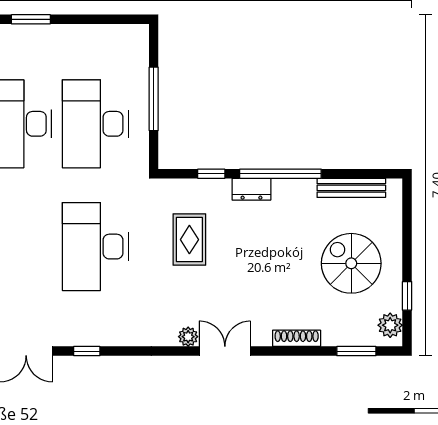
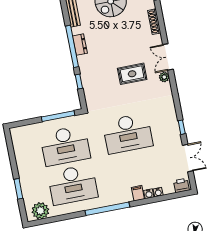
window: (154, 99) -> (58, 116), moved
dresser: (251, 189) -> (80, 45), moved
rug: (189, 240) -> (132, 74), moved

